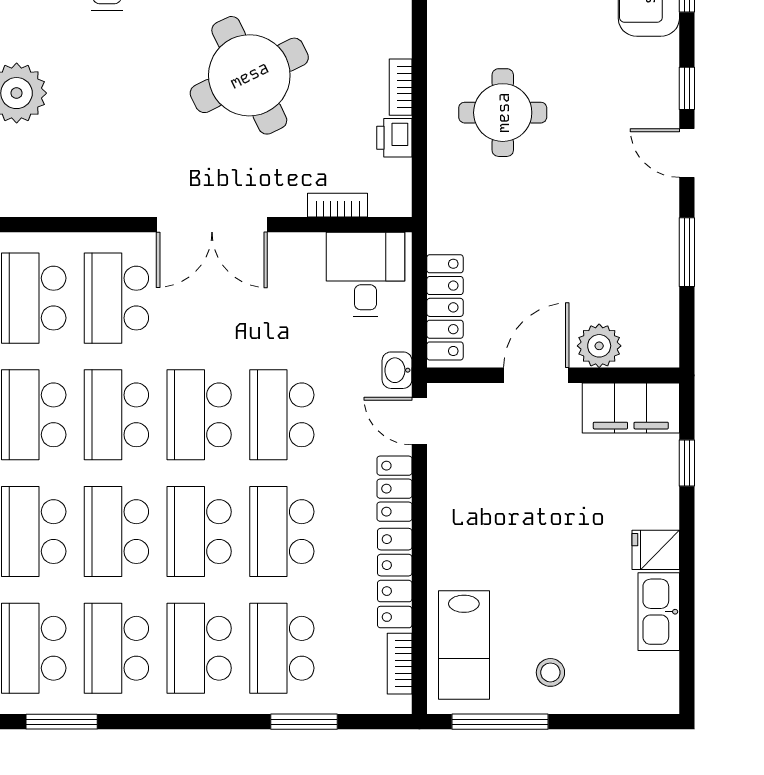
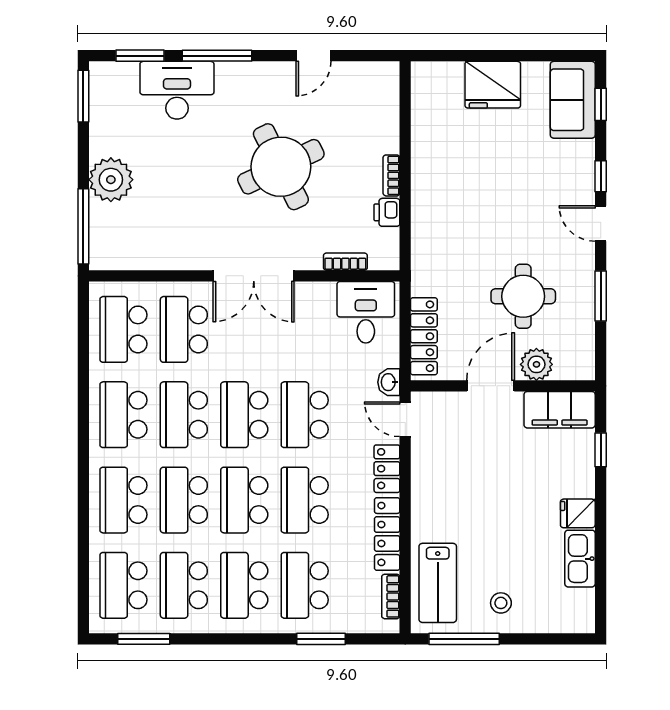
round table: (503, 113) -> (523, 296), moved

